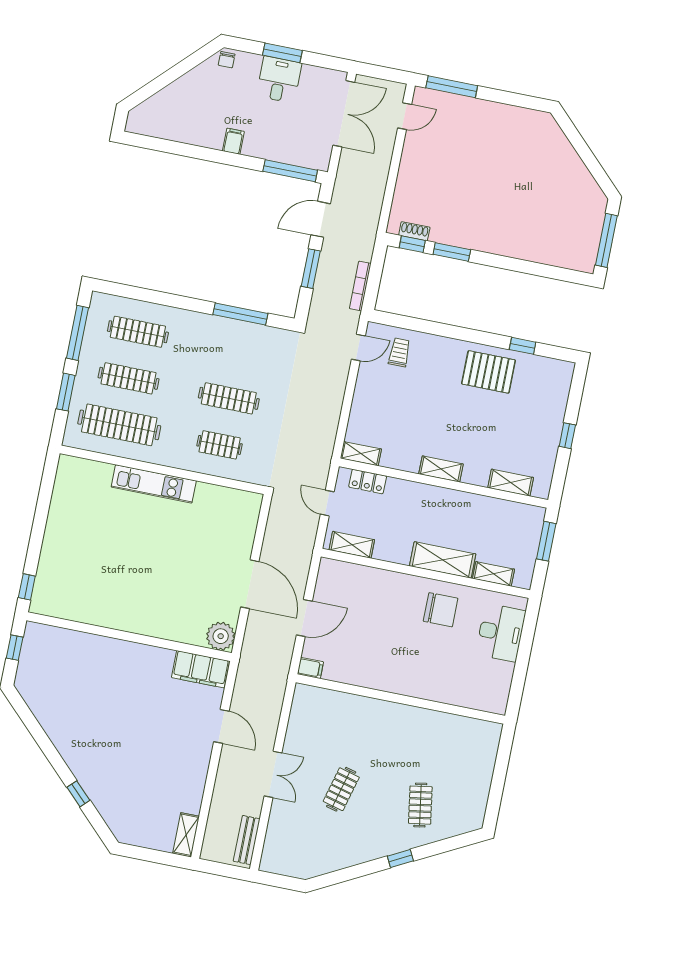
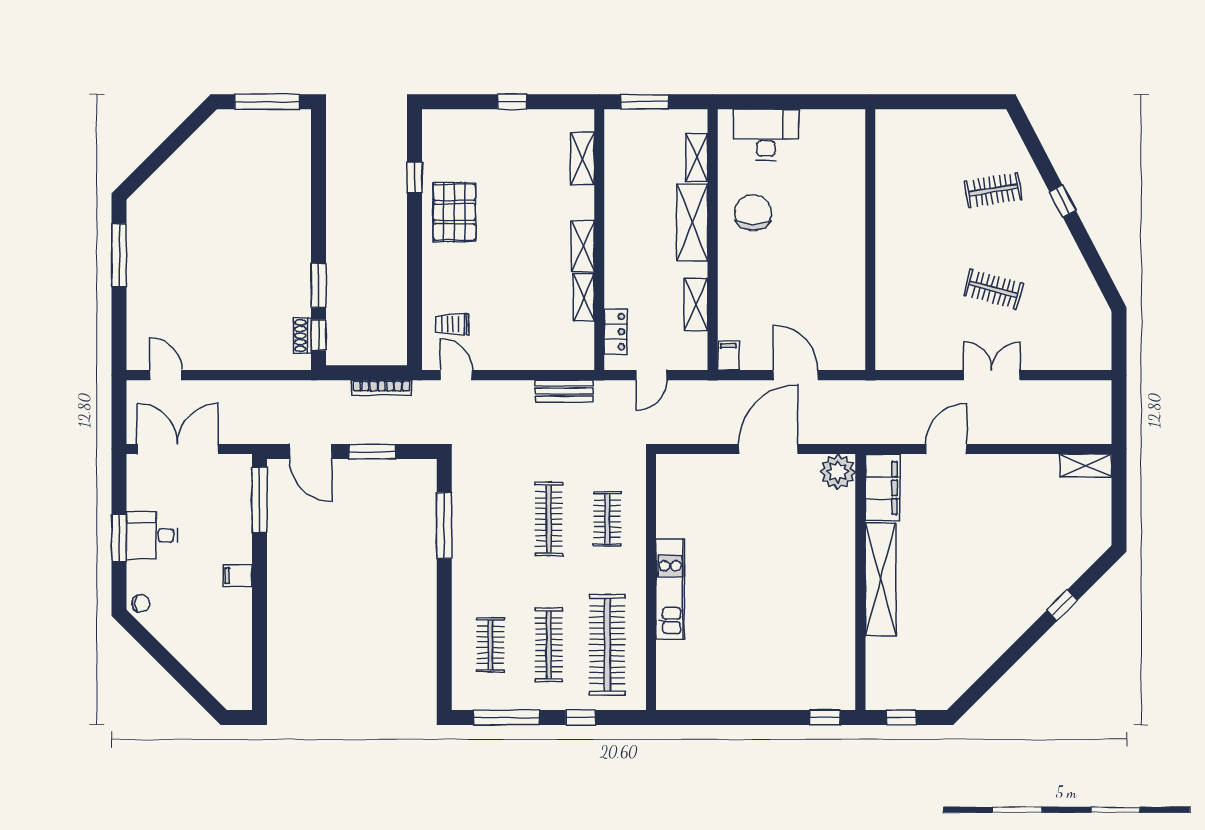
window: (452, 87) -> (119, 255), moved
clothes rail: (138, 332) -> (490, 645), width x0.73
window: (66, 392) -> (581, 717), width x0.67
shelving: (361, 454) -> (584, 297), moved
shelving: (352, 545) -> (696, 304), moved
shelving: (128, 653) -> (881, 579), added
filing cabinet: (310, 668) -> (728, 356), moved
bench: (247, 840) -> (564, 391), moved

